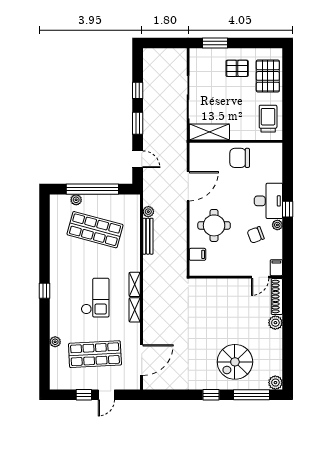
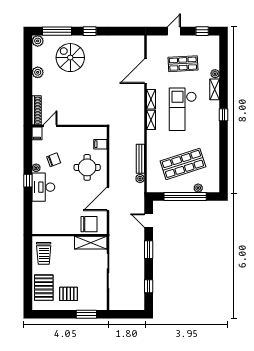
window: (138, 90) -> (149, 286), moved
chair: (240, 158) -> (89, 224), moved
shop shelf: (95, 230) -> (183, 164), turned -33
checkout: (95, 298) -> (183, 109), width x1.36, depth x1.21
shelving: (56, 322) -> (215, 89), added
plant: (275, 323) -> (38, 72), moved
shop shelf: (95, 354) -> (183, 64), width x0.70, depth x0.74
door: (142, 360) -> (145, 71), moved
spiral stairs: (235, 362) -> (70, 58), turned -90
window: (84, 395) -> (202, 31), moved

